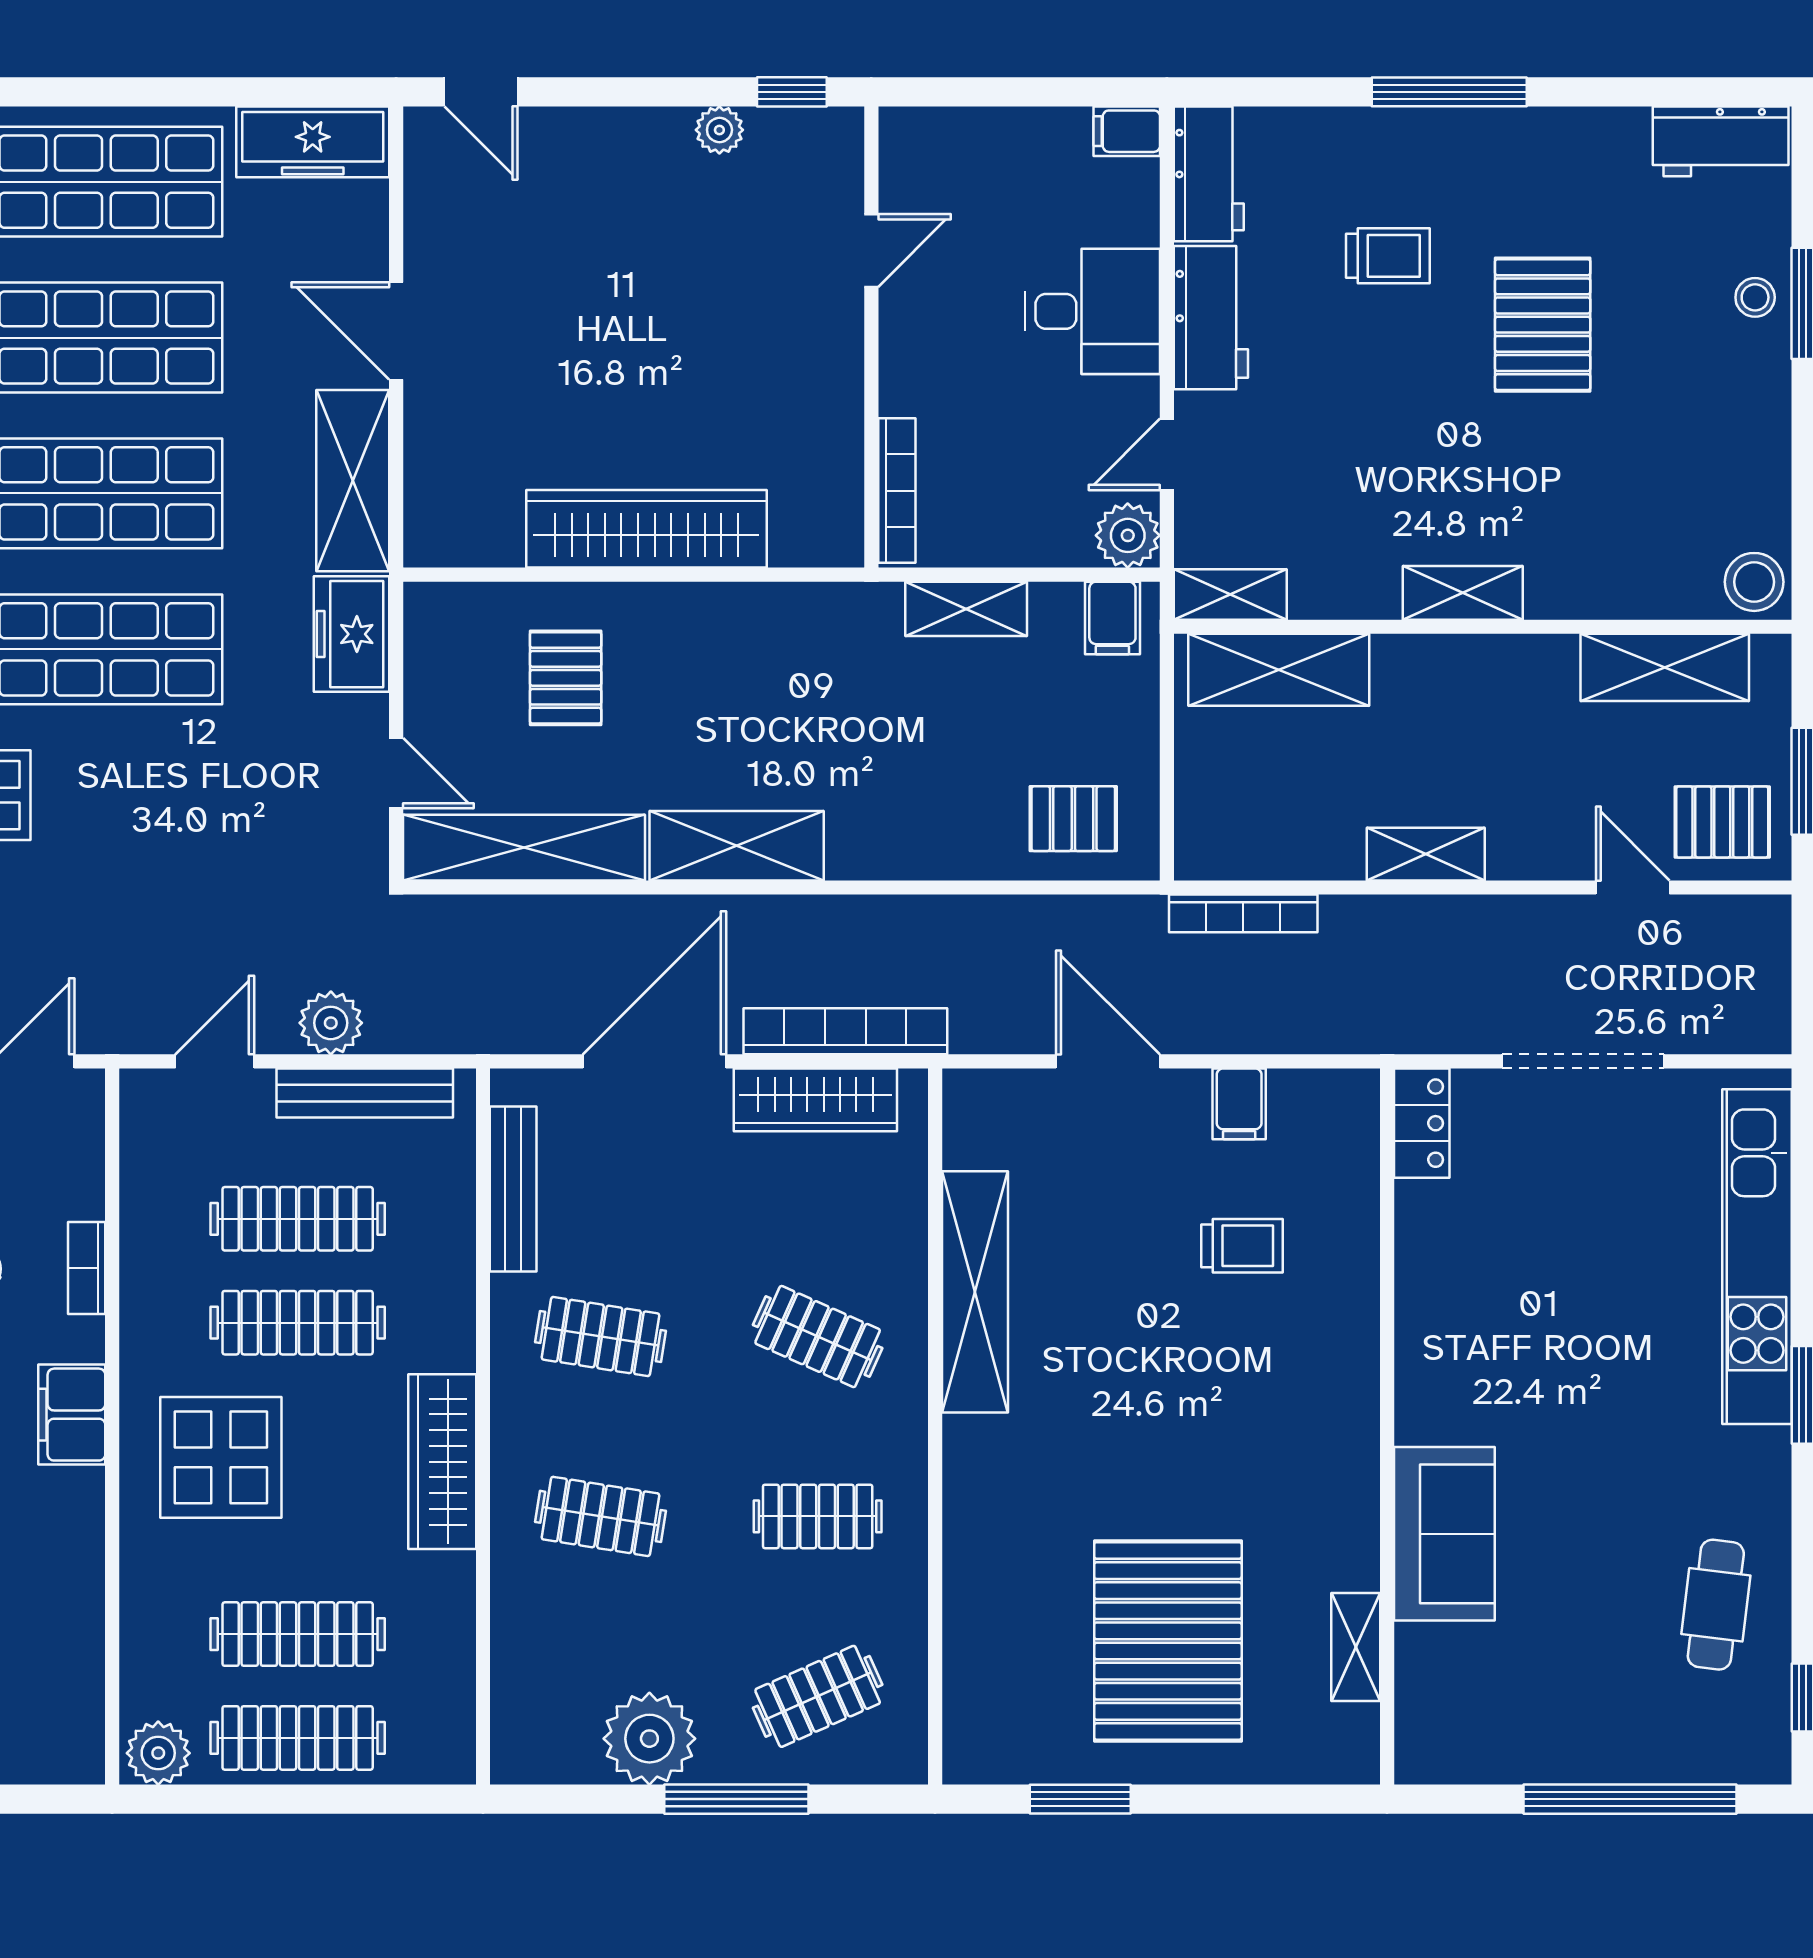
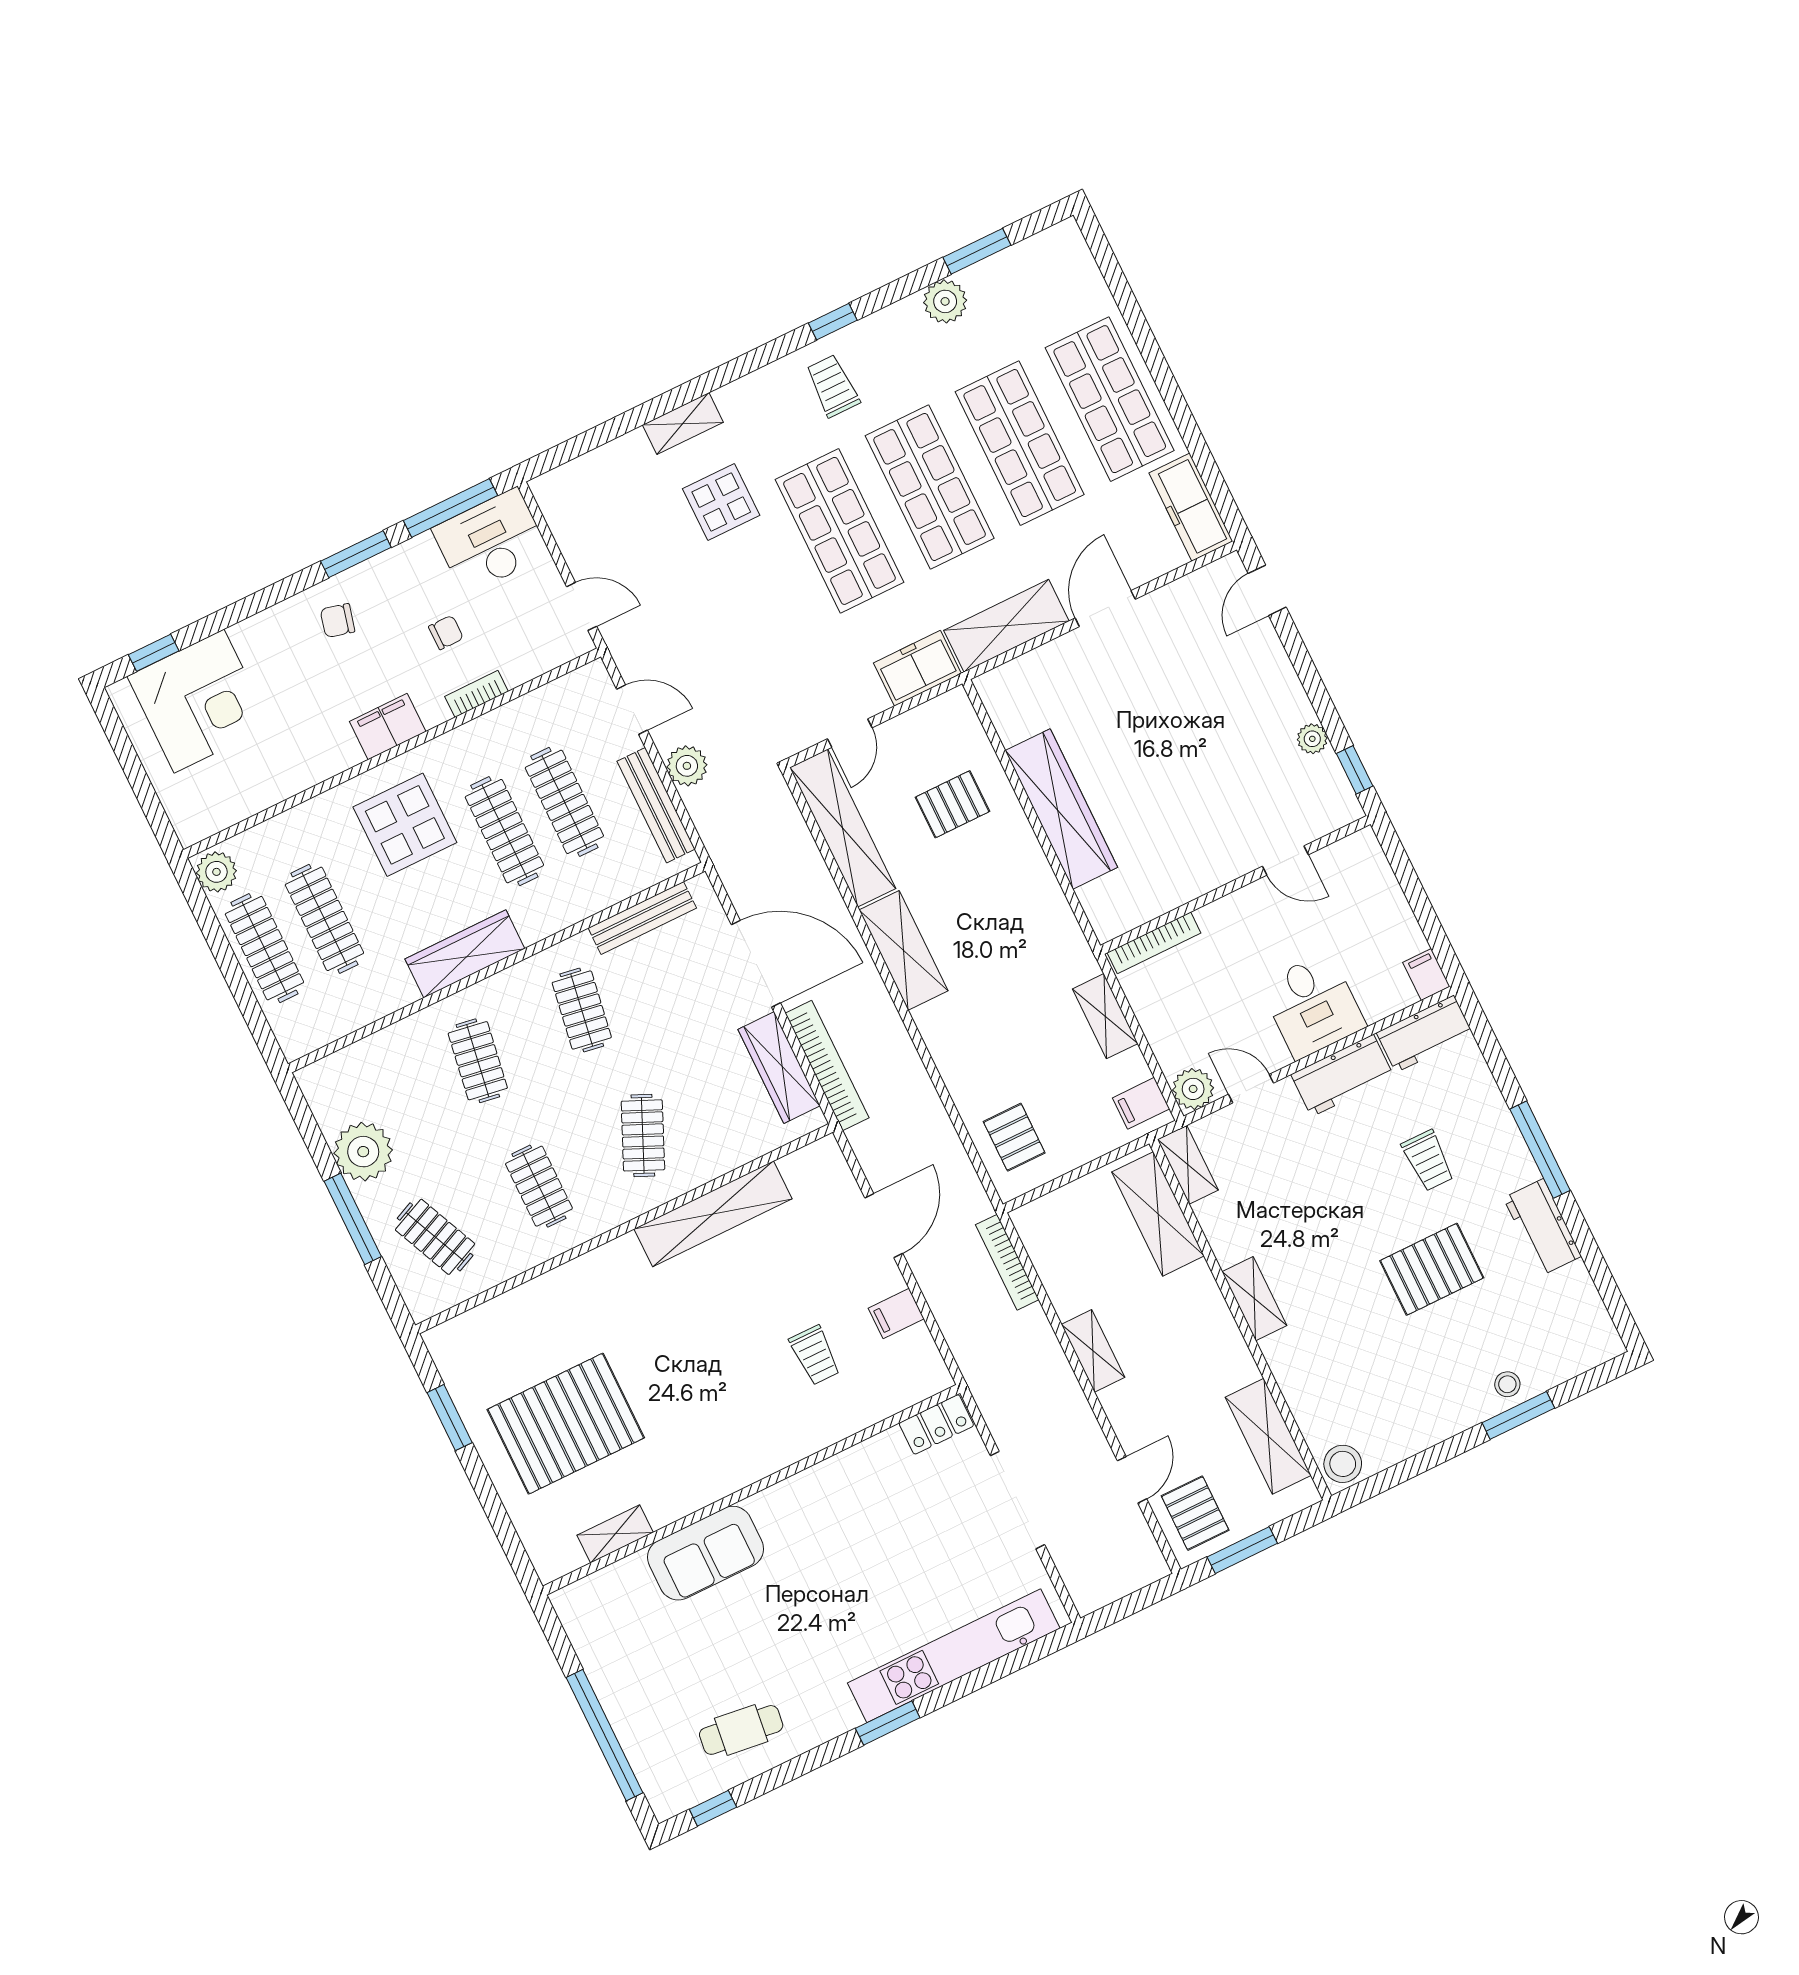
workbench: (1721, 141) -> (1542, 1227), moved

